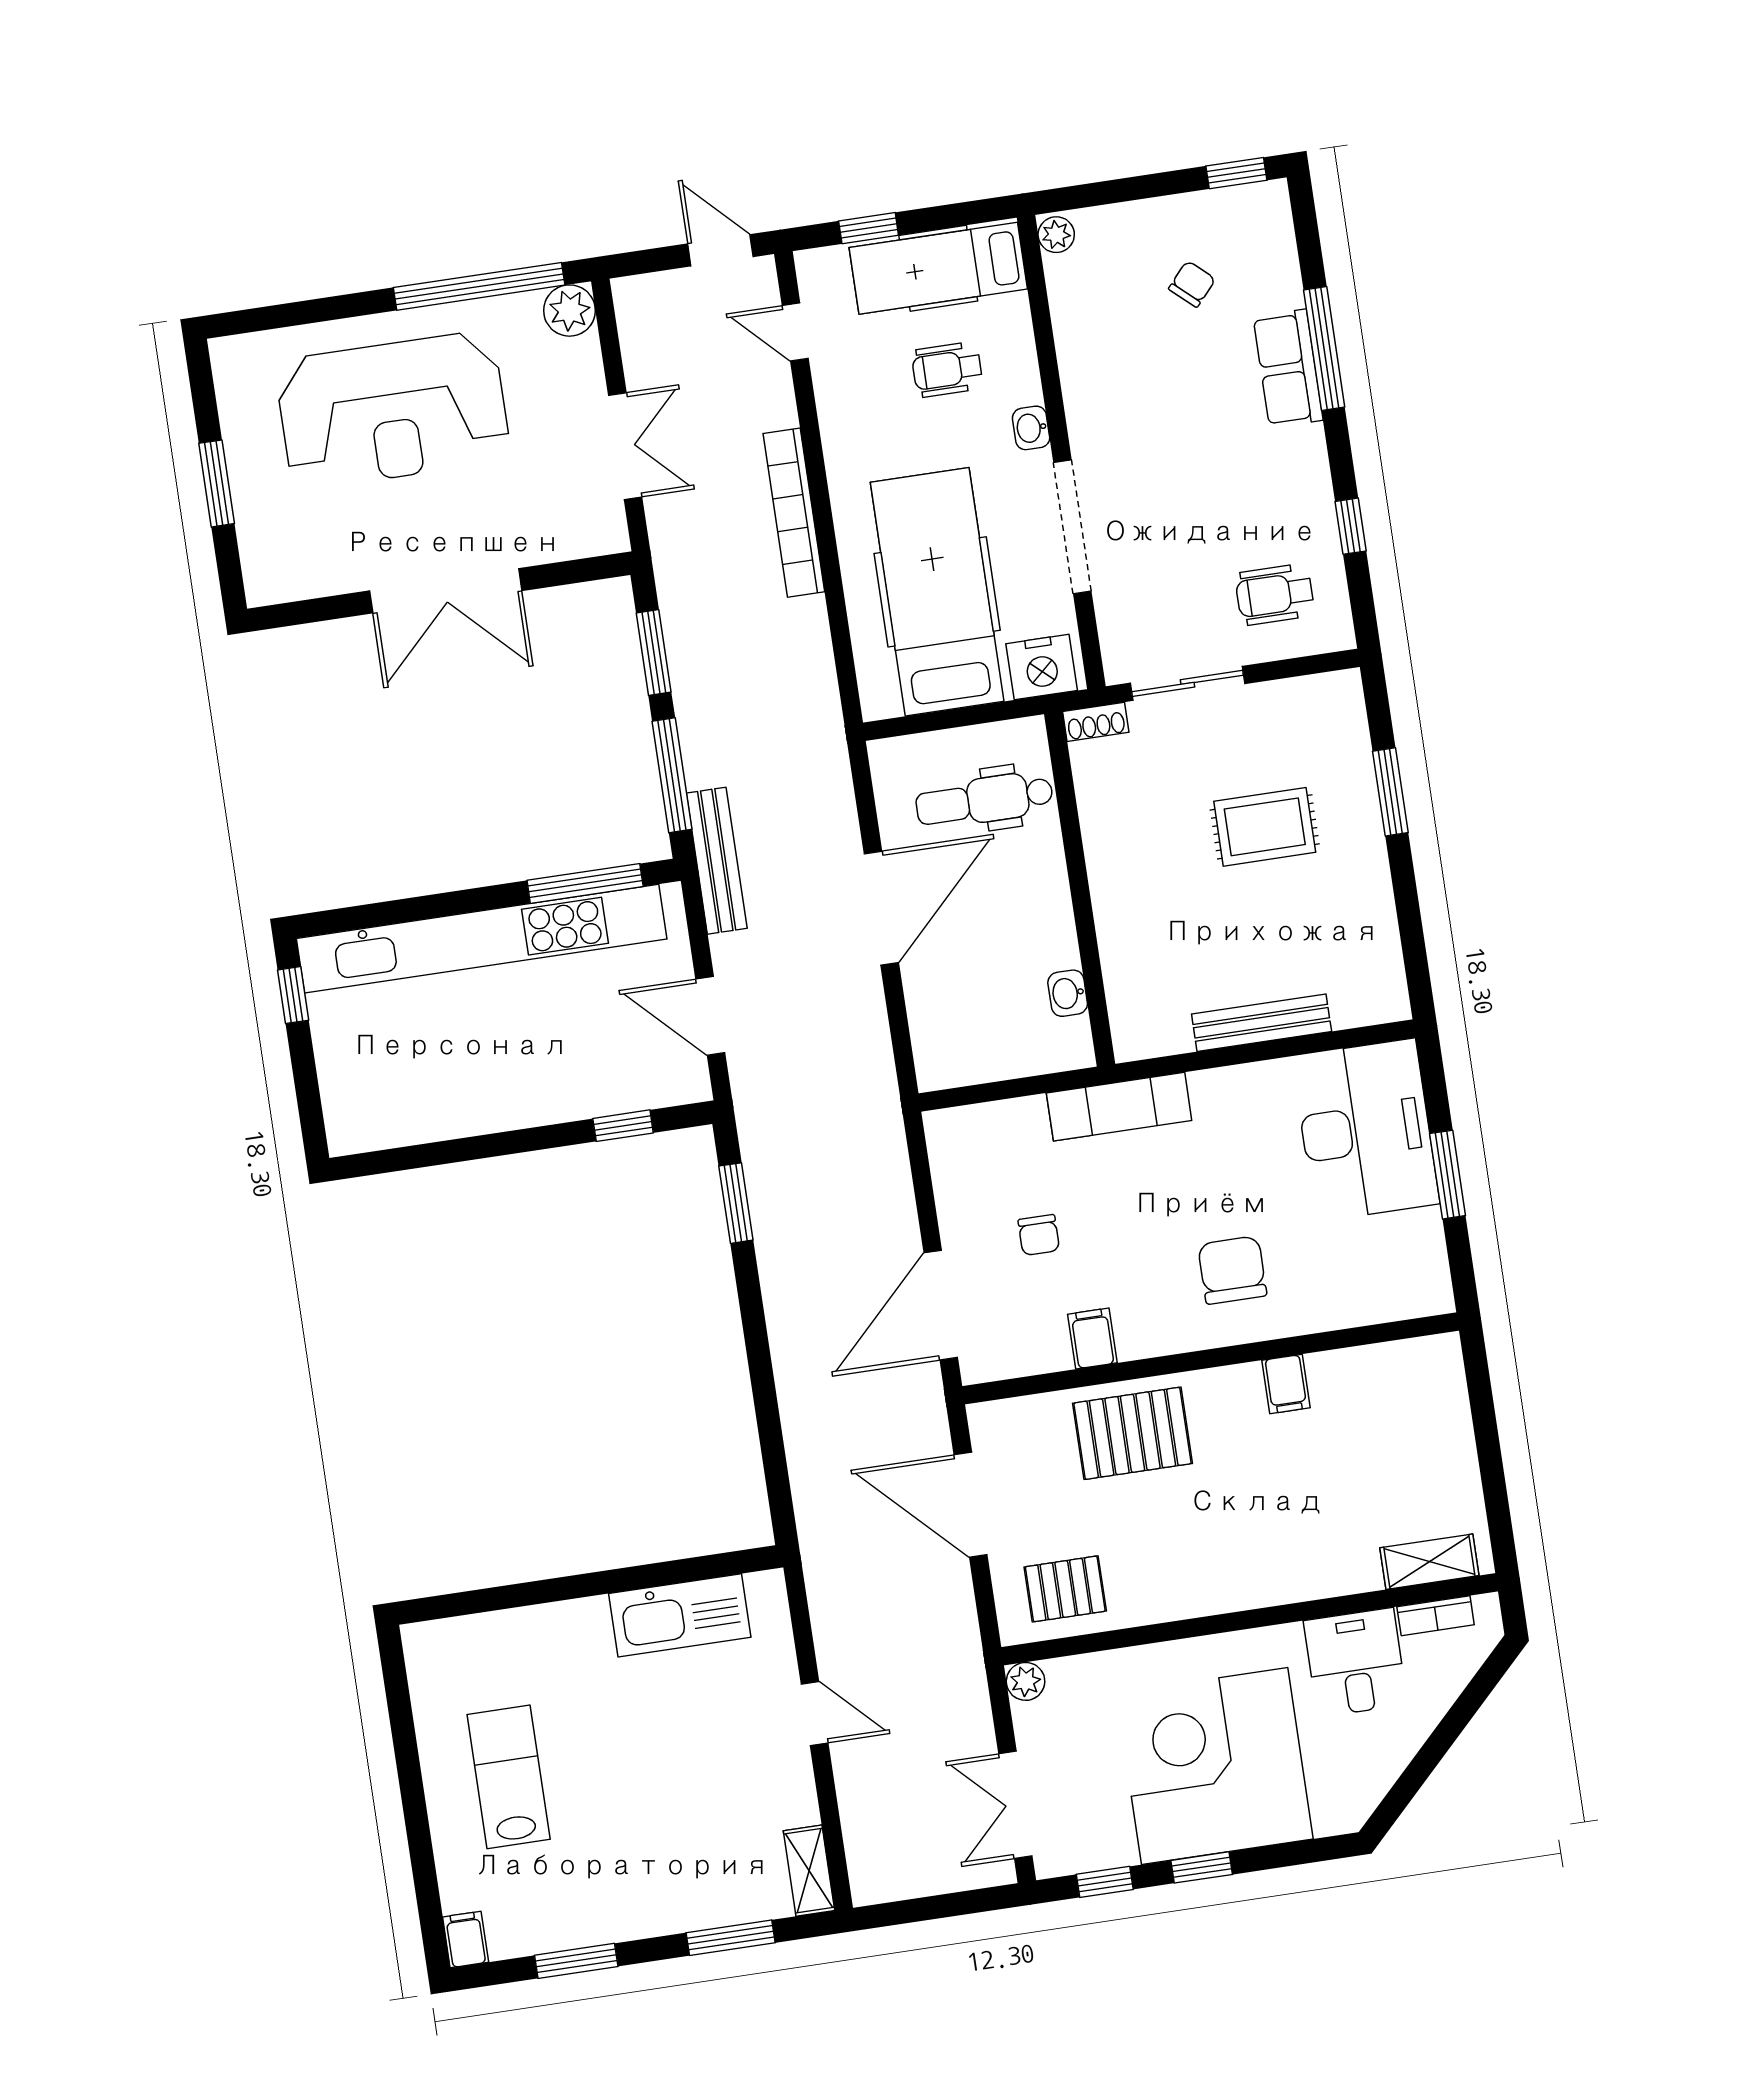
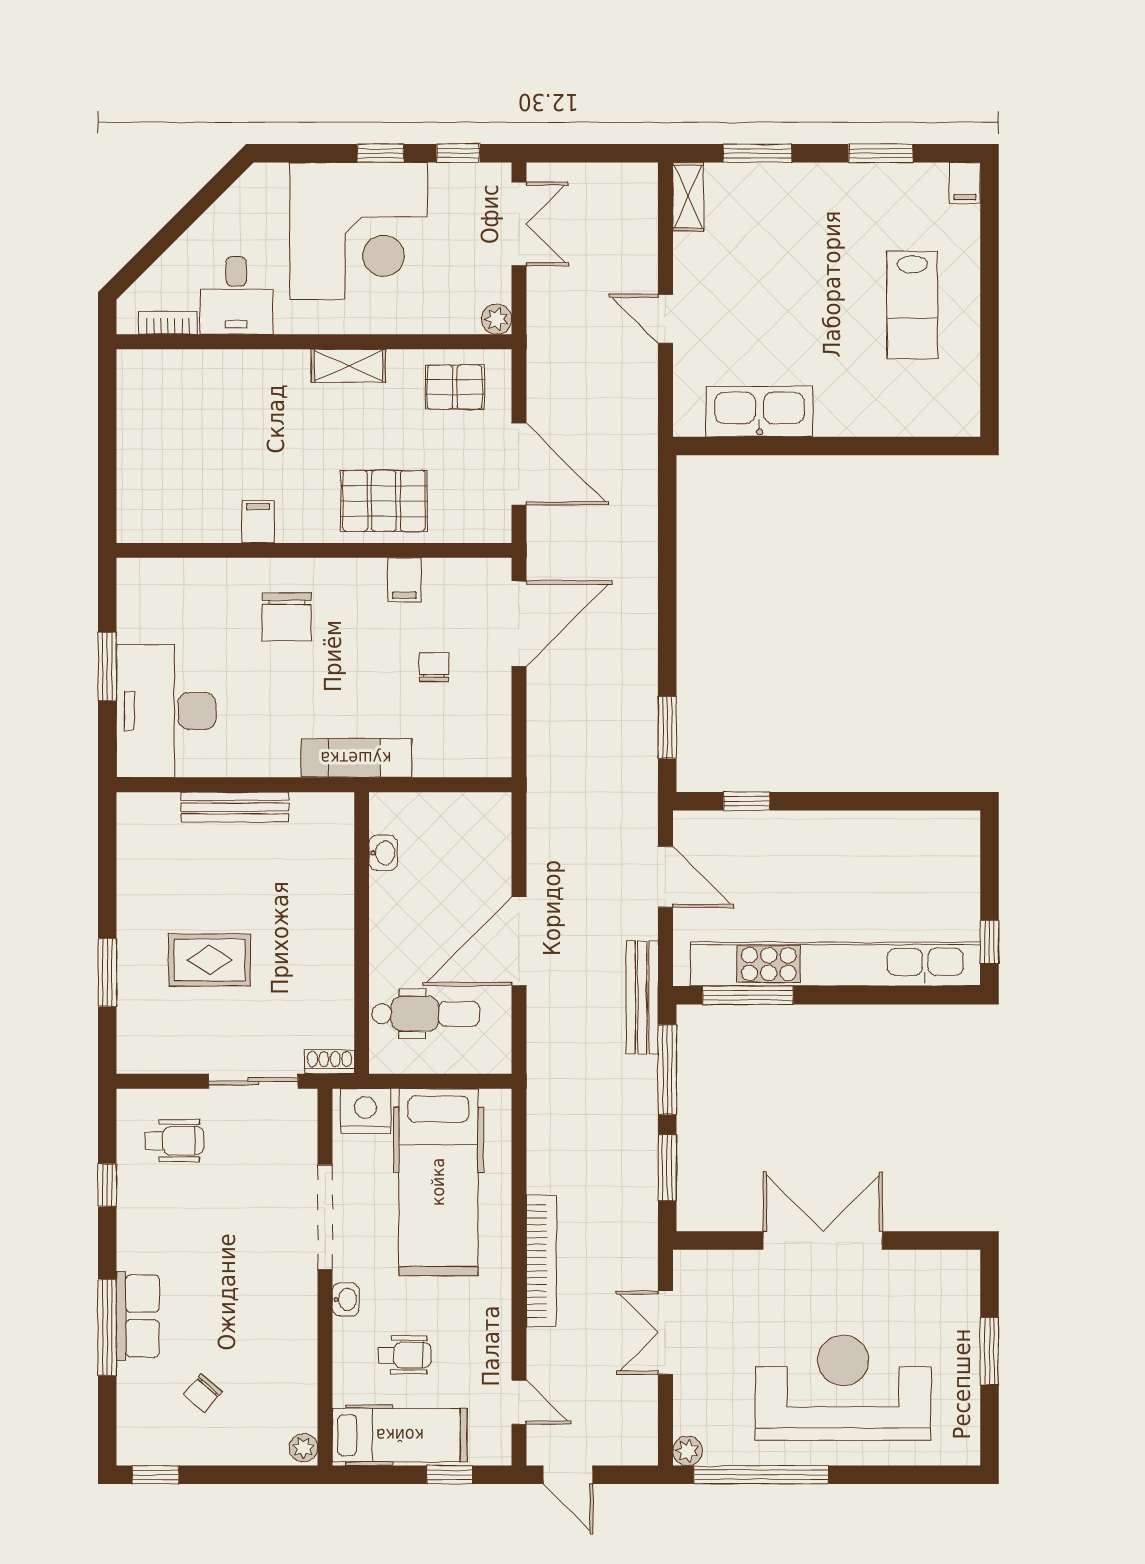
plant: (570, 311) -> (688, 1451), width x0.73, depth x0.73
shelving: (1429, 1562) -> (348, 366), moved

